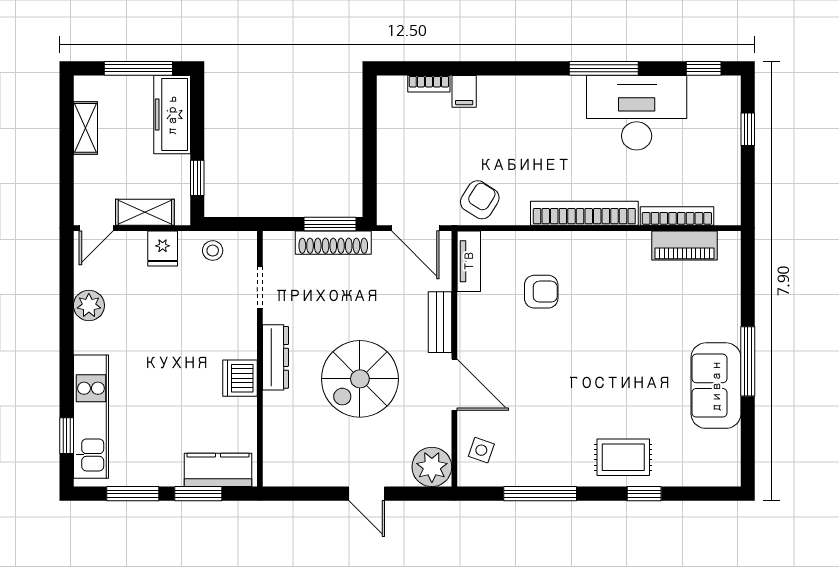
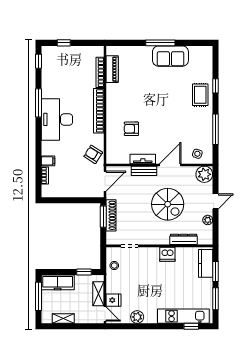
desk: (637, 113) -> (57, 119), moved
fridge: (163, 249) -> (113, 300), moved
tv unit: (469, 261) -> (143, 159), moved
armchair: (541, 292) -> (131, 129), turned -90
dresser: (275, 357) -> (184, 239), moved
plant: (322, 475) -> (208, 220), added

